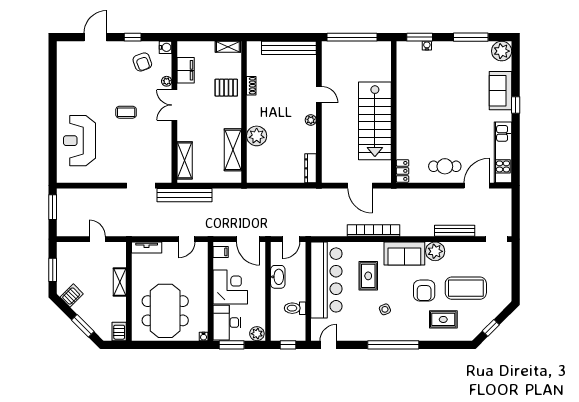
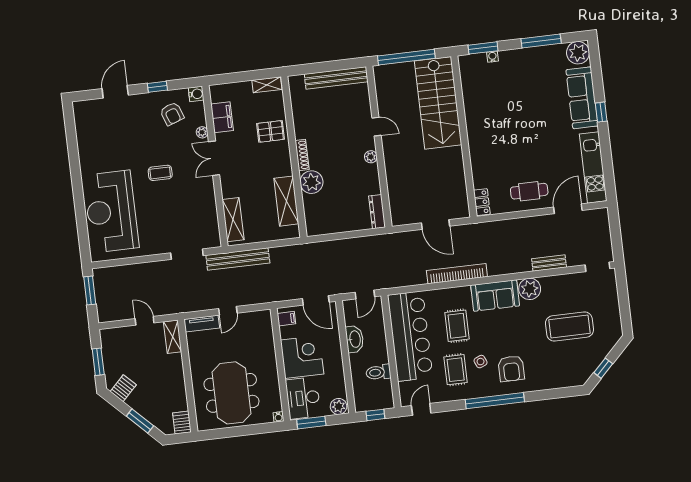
shoe rack: (251, 86) -> (302, 155), moved, width x1.43
sofa: (500, 91) -> (582, 98), width x1.36
stairs: (375, 121) -> (438, 103), moved
reception desk: (79, 141) -> (111, 211), width x1.36, depth x1.30
bench: (455, 231) -> (549, 263), width x0.73
door: (187, 239) -> (228, 311), moved
shelving: (120, 282) -> (173, 337), moved
armchair: (424, 291) -> (511, 369), moved
rug: (443, 319) -> (456, 370), moved, turned 90

